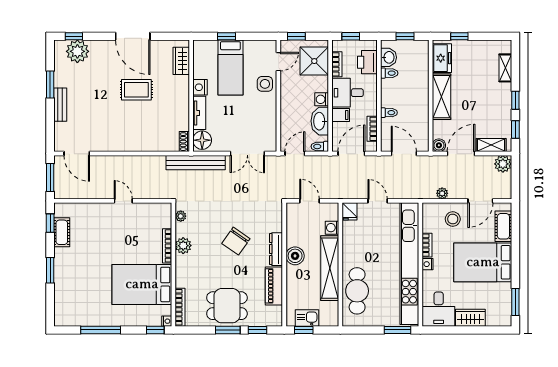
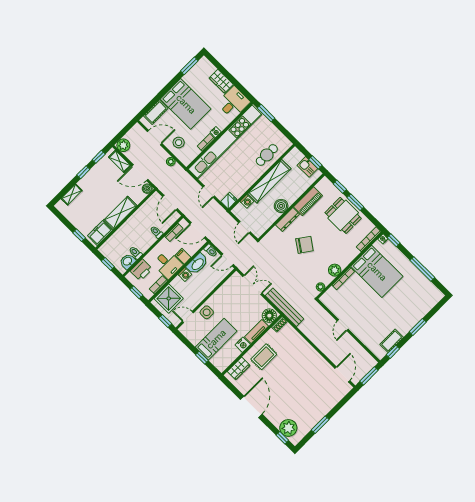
rug: (136, 90) -> (264, 357), moved, turned 90
bench: (60, 105) -> (325, 409), removed
cafe table: (357, 291) -> (267, 155), width x0.73, depth x0.74

